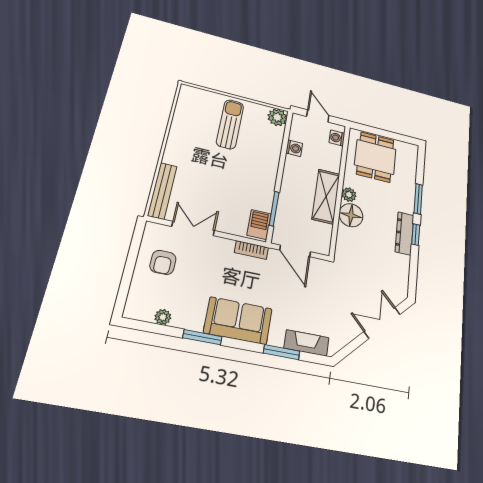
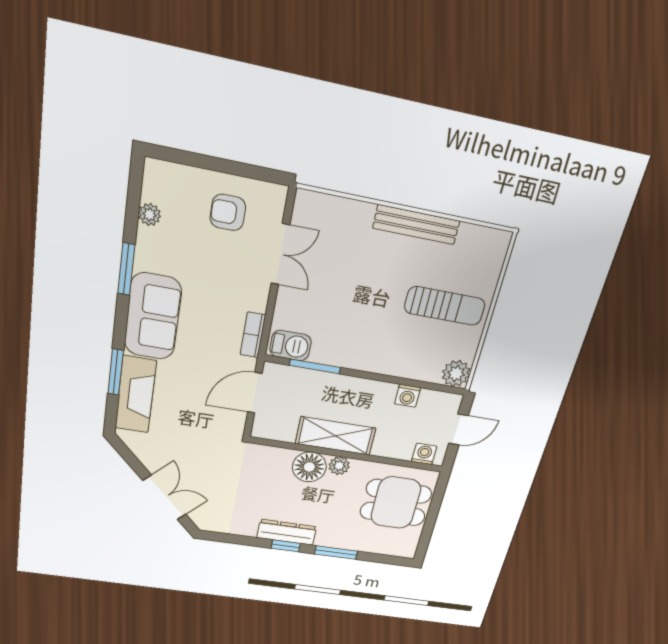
bench: (162, 191) -> (416, 225), moved
fireplace: (306, 343) -> (136, 395), width x1.37, depth x1.32

